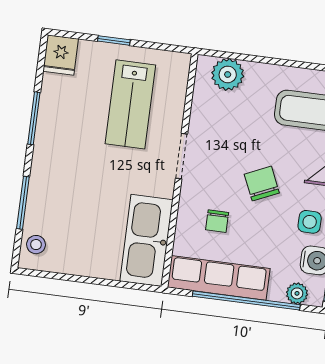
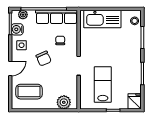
kitchen sink: (146, 240) -> (102, 19), moved, turned 90

